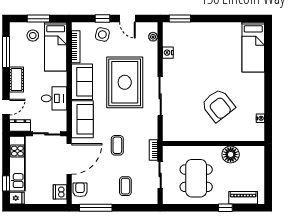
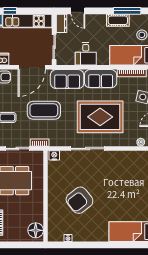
nightstand: (168, 53) -> (54, 155), moved
cot: (17, 80) -> (118, 20), moved
coffee table: (117, 145) -> (44, 110), width x1.86, depth x1.72
floor lamp: (231, 154) -> (36, 230), moved
door: (69, 159) -> (32, 67), hinge flipped

